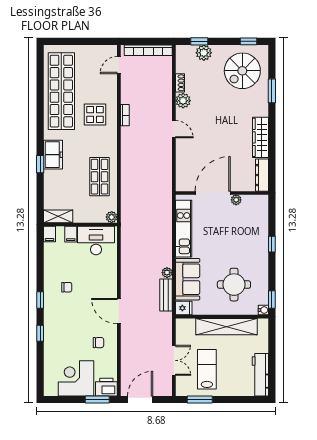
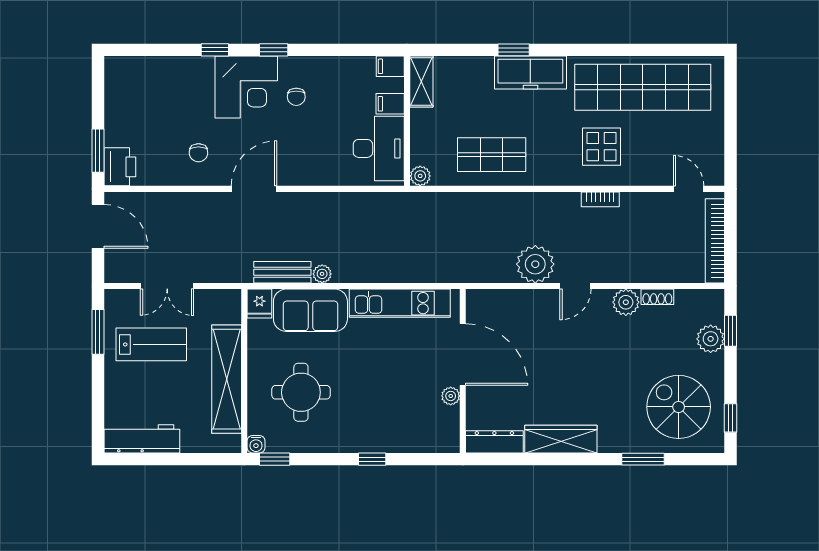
plant: (162, 152) -> (535, 264), added
freezer: (53, 155) -> (530, 73), width x1.40
corner desk: (76, 378) -> (246, 87), moved, turned 90

